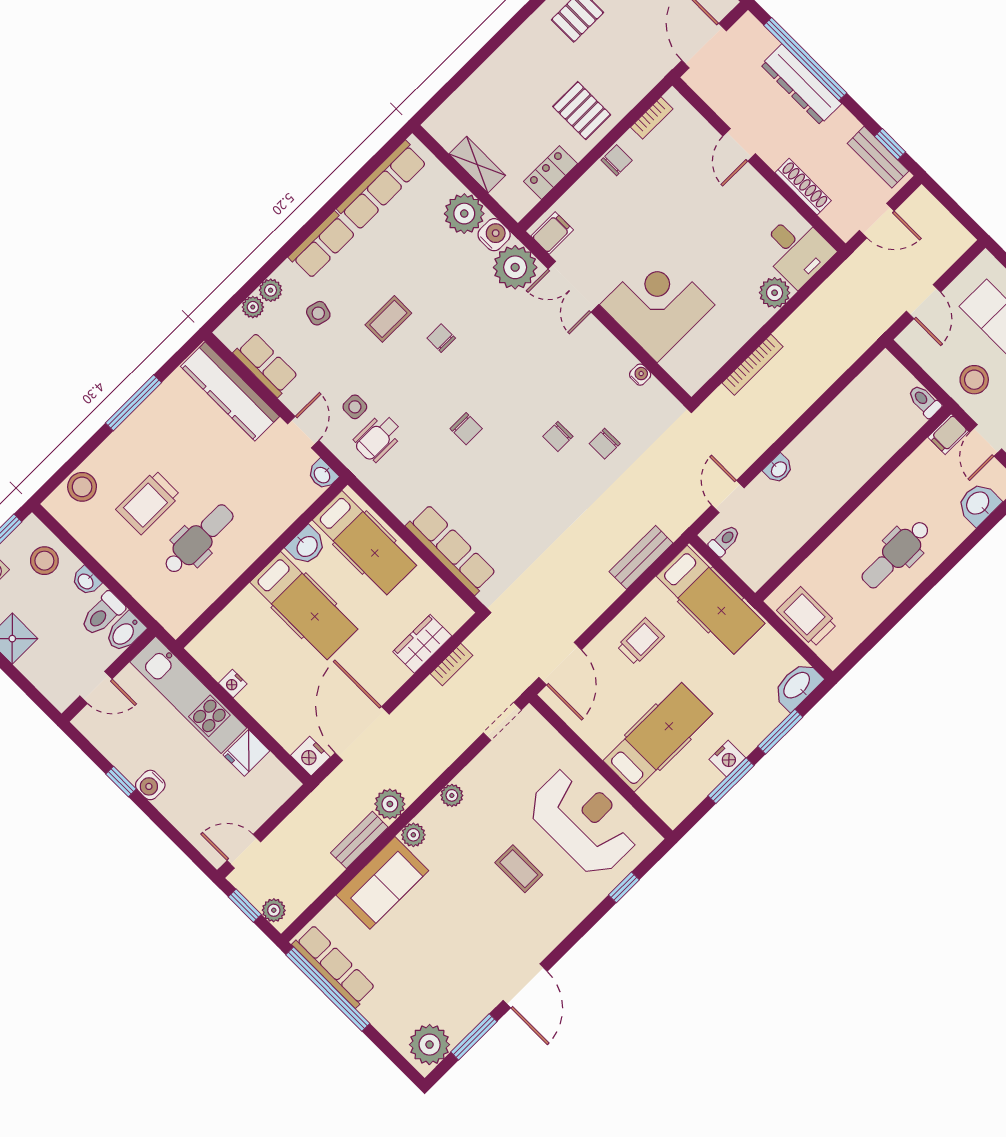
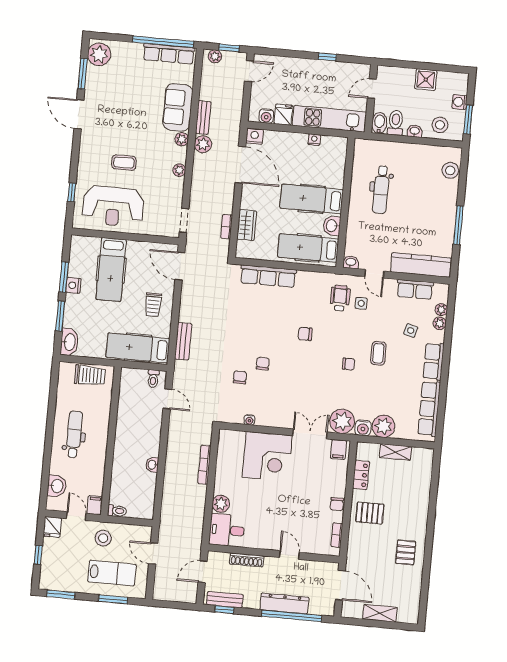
washbasin: (779, 469) -> (152, 465), moved
trolley: (148, 502) -> (416, 188), removed
water cooler: (150, 785) -> (266, 116), moved, turned 180

